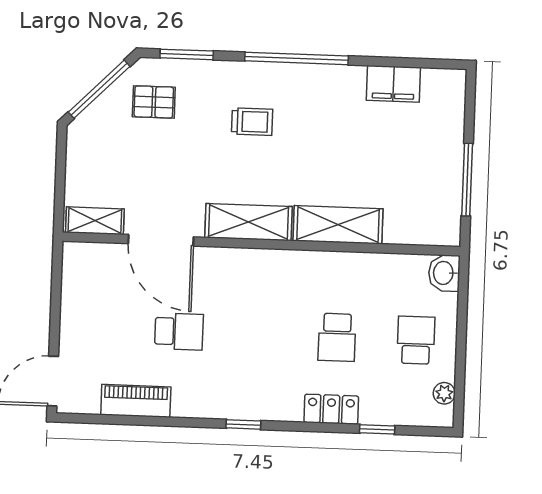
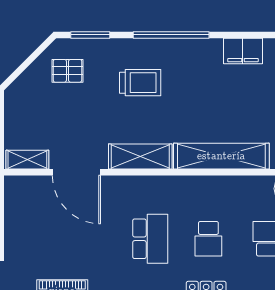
window: (99, 89) -> (27, 63), removed
trolley: (252, 122) -> (140, 83), width x1.36, depth x1.39
shelving: (338, 225) -> (221, 156), width x1.47
school desk: (179, 331) -> (150, 239), moved, width x1.85

